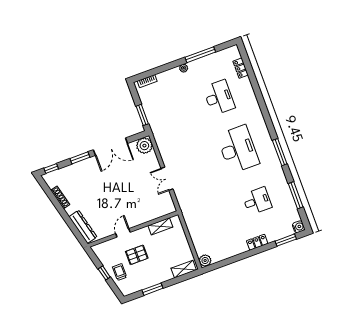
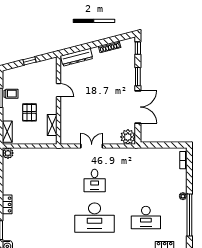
window: (200, 55) -> (189, 215), width x1.46
window: (142, 115) -> (155, 145), removed
double door: (110, 147) -> (138, 107), swing flipped
desk: (257, 201) -> (95, 181), moved
pallet: (137, 255) -> (29, 112), moved
trolley: (120, 272) -> (11, 94), moved

